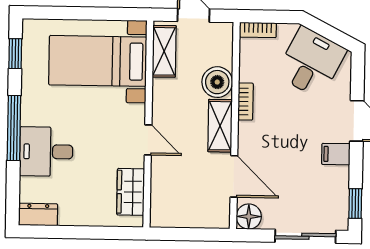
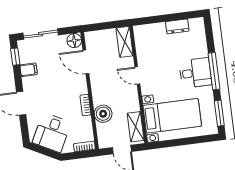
window: (15, 54) -> (219, 113), width x1.50
shelving: (220, 126) -> (125, 42), moved
desk: (46, 152) -> (195, 73), moved
filing cabinet: (336, 154) -> (29, 70), moved
wardrobe: (131, 192) -> (143, 45), removed
dresser: (38, 214) -> (177, 26), moved

